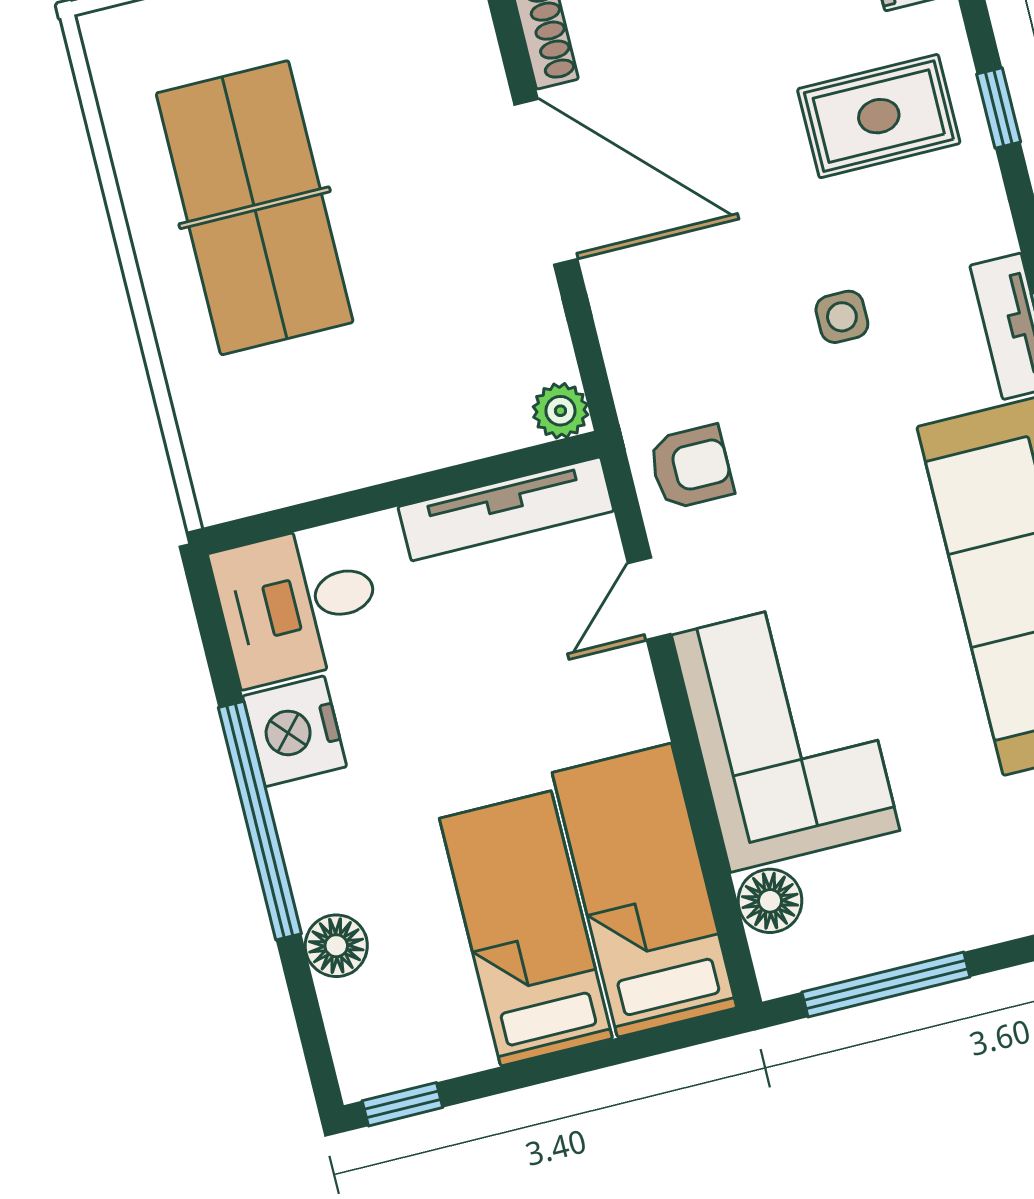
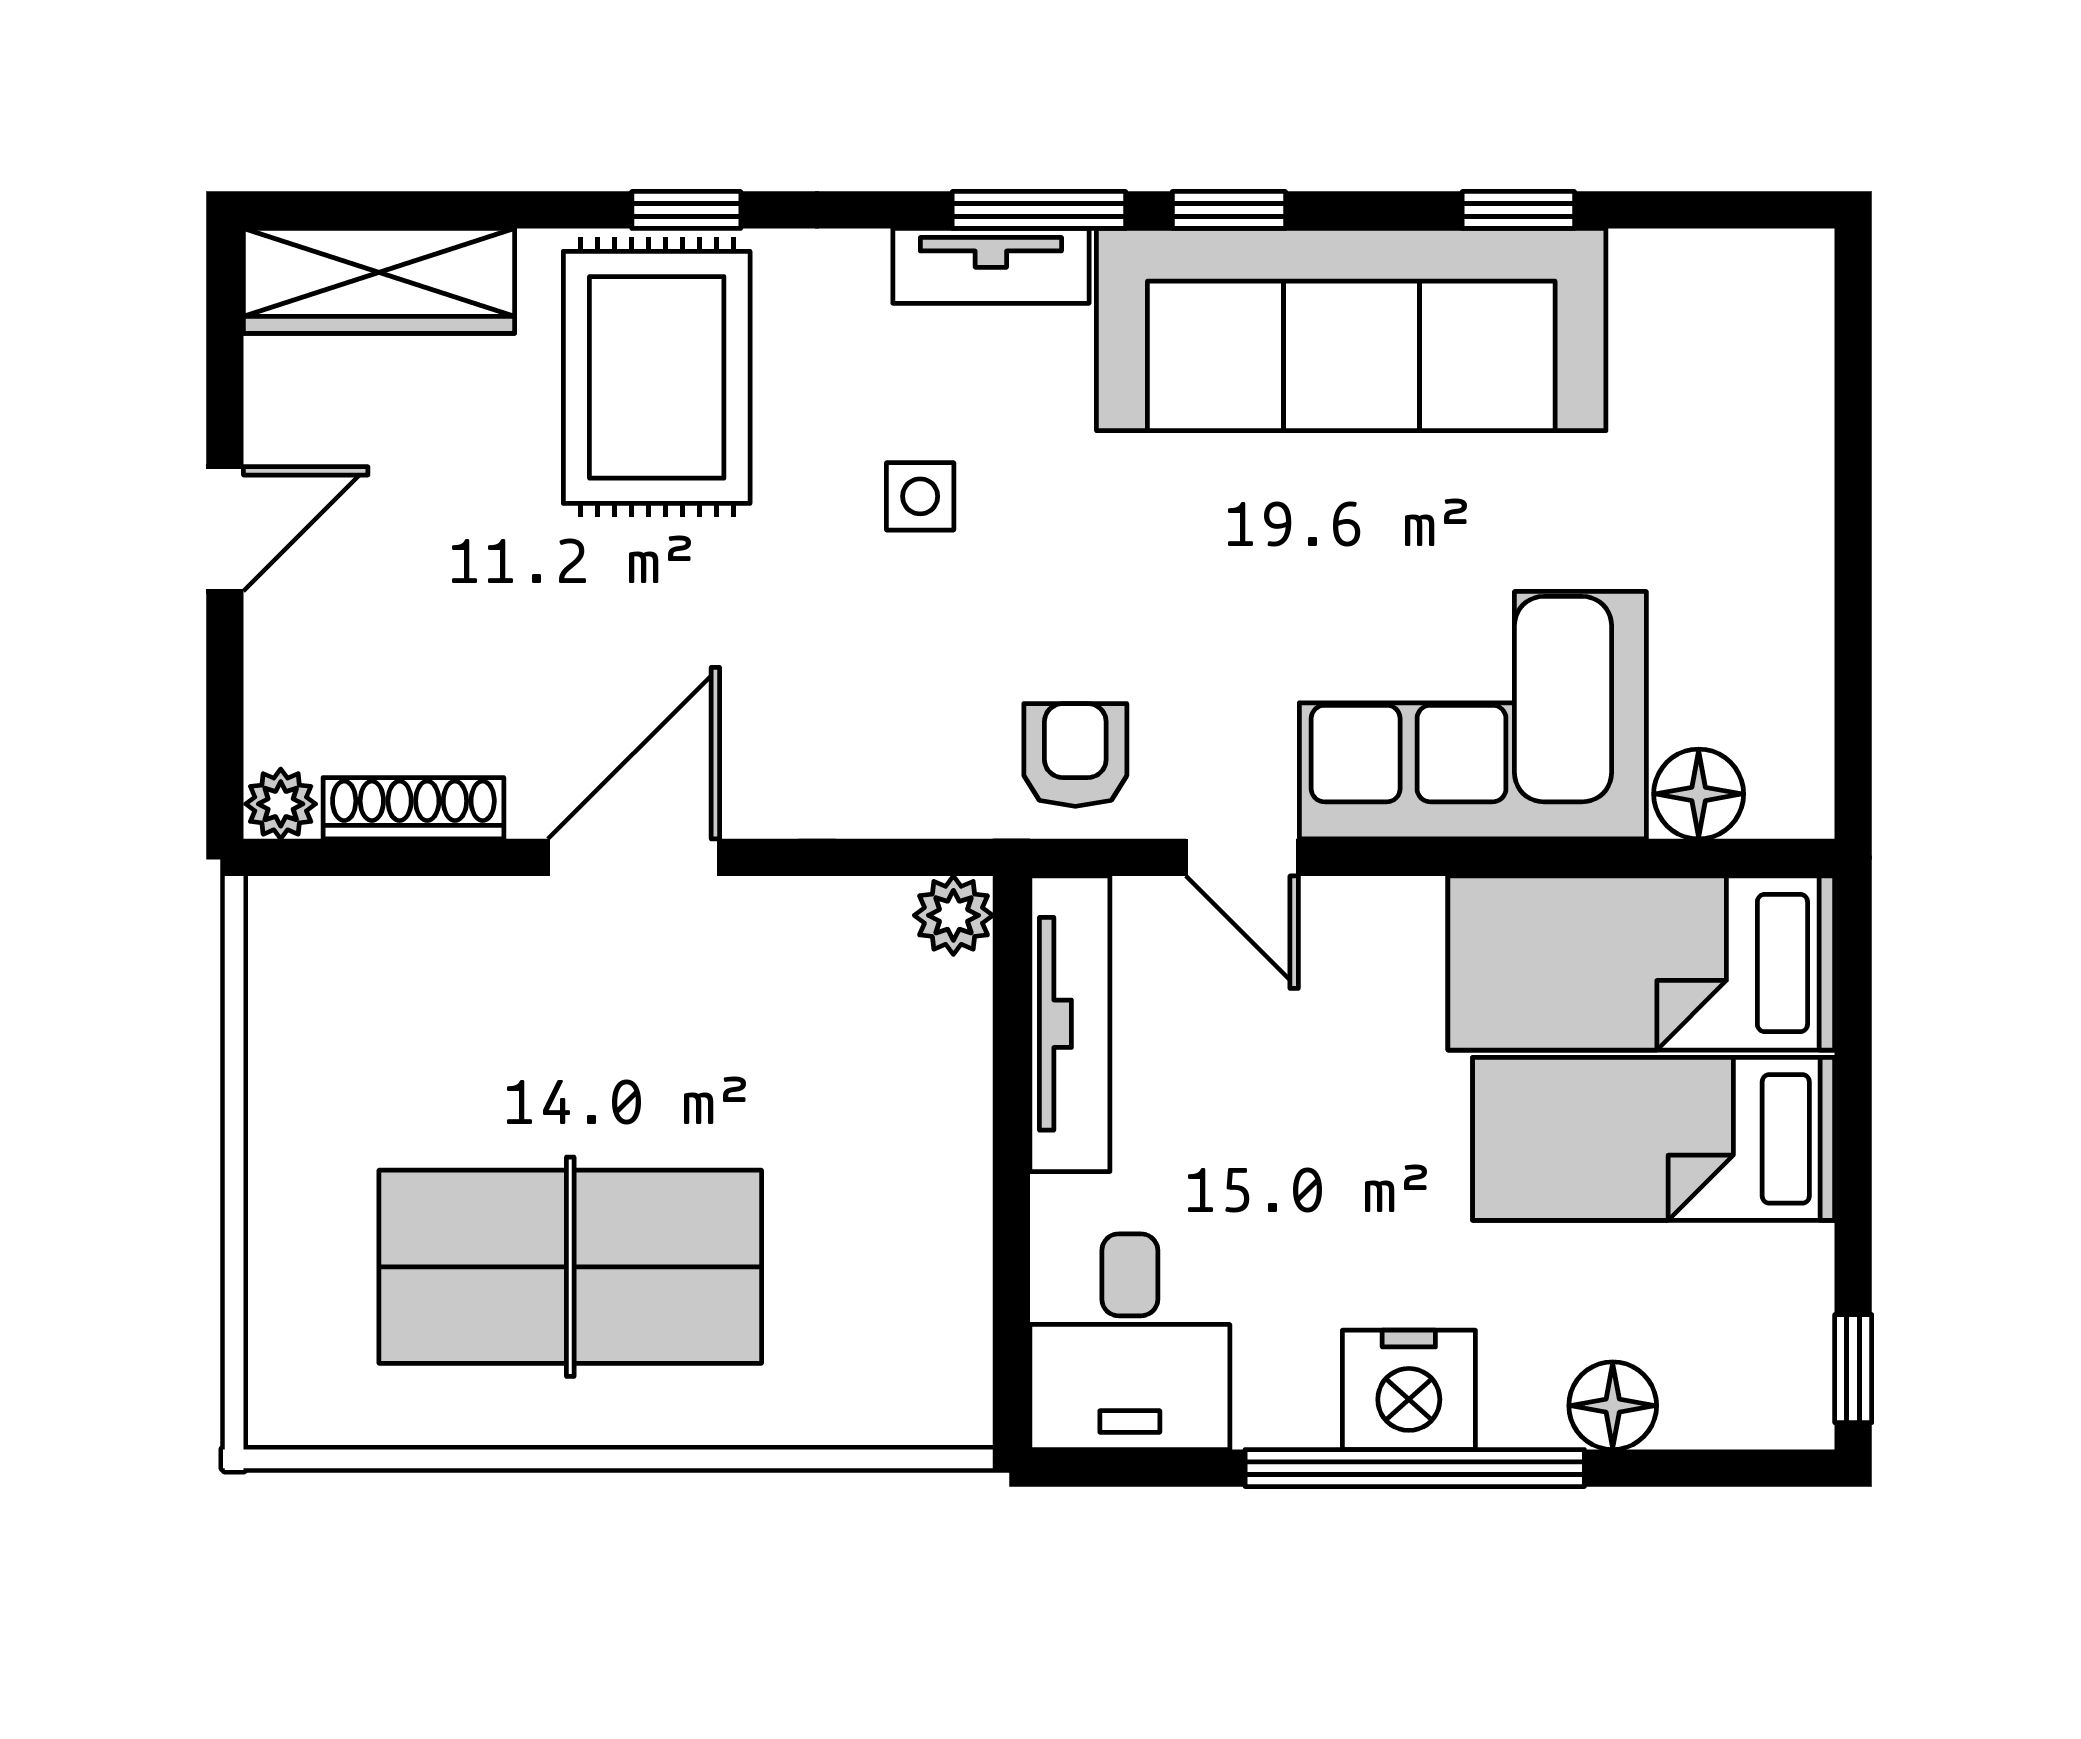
rug: (879, 116) -> (657, 377), width x1.36, depth x1.43
door: (546, 182) -> (634, 857), width x0.73
nightstand: (295, 731) -> (1409, 1390), moved
window: (886, 985) -> (1853, 663), removed

